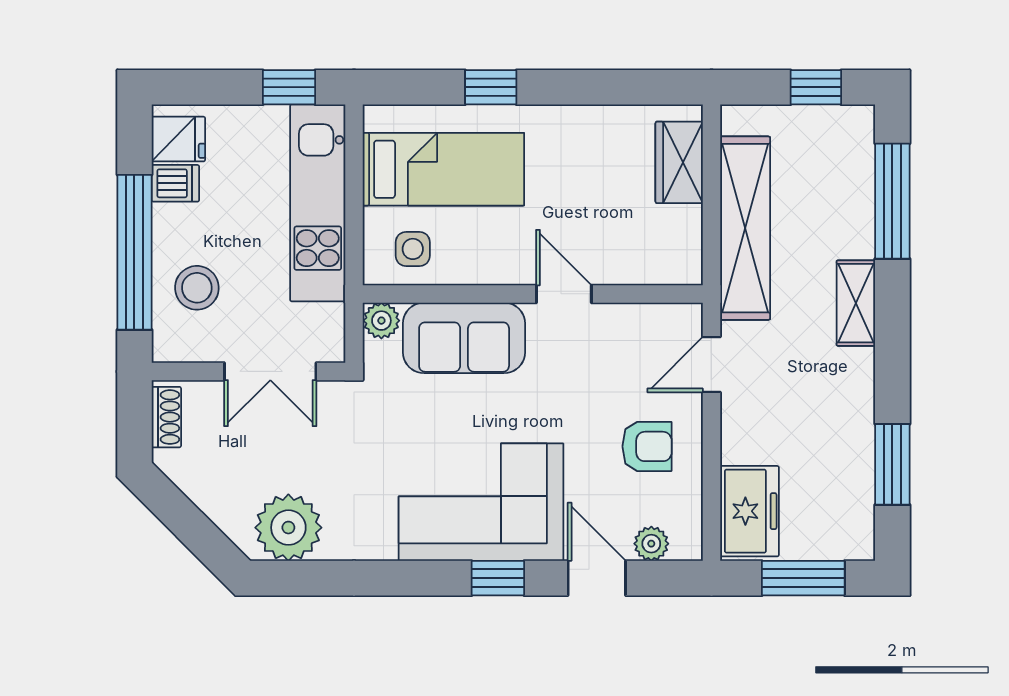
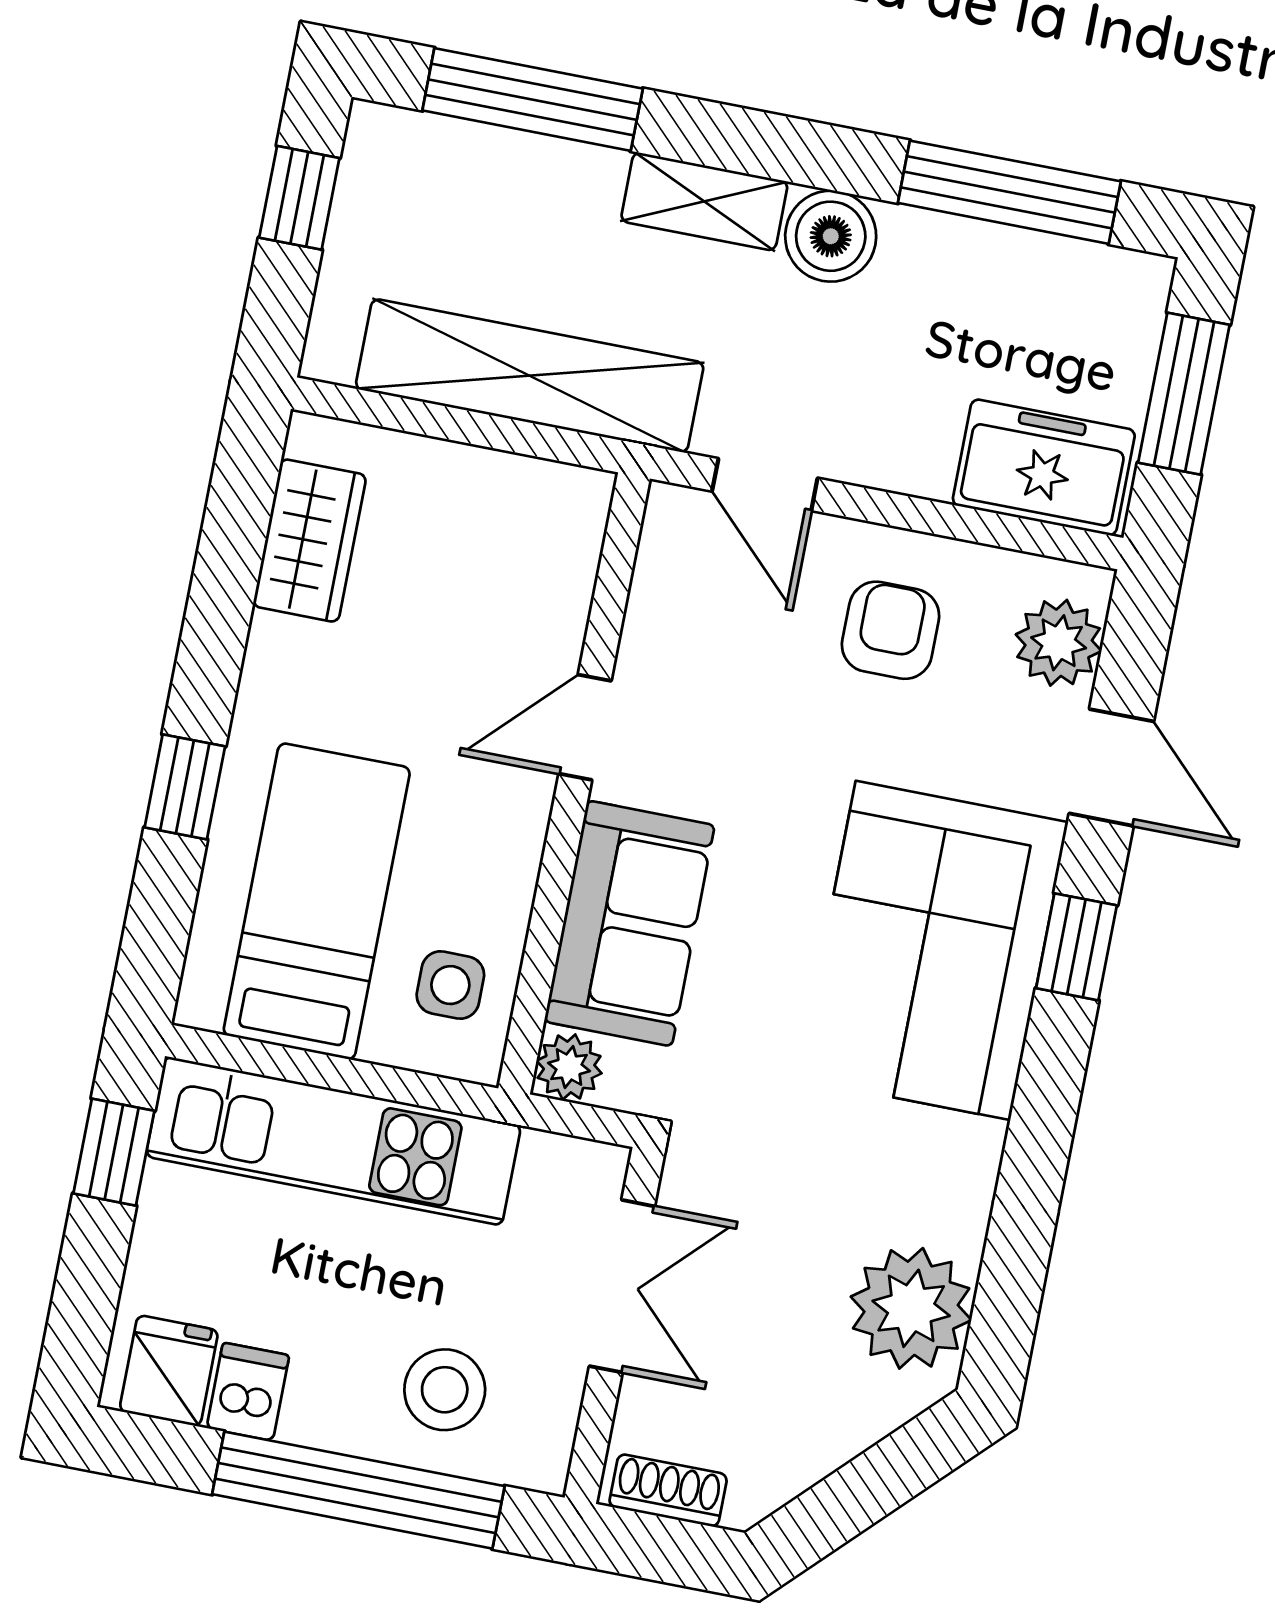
wardrobe: (679, 162) -> (310, 541), moved, turned -90
boiler: (850, 374) -> (831, 236), added
window: (892, 464) -> (1009, 192), width x1.44
plant: (651, 544) -> (1059, 643), width x1.38, depth x1.38
door: (597, 578) -> (1111, 767), swing flipped

